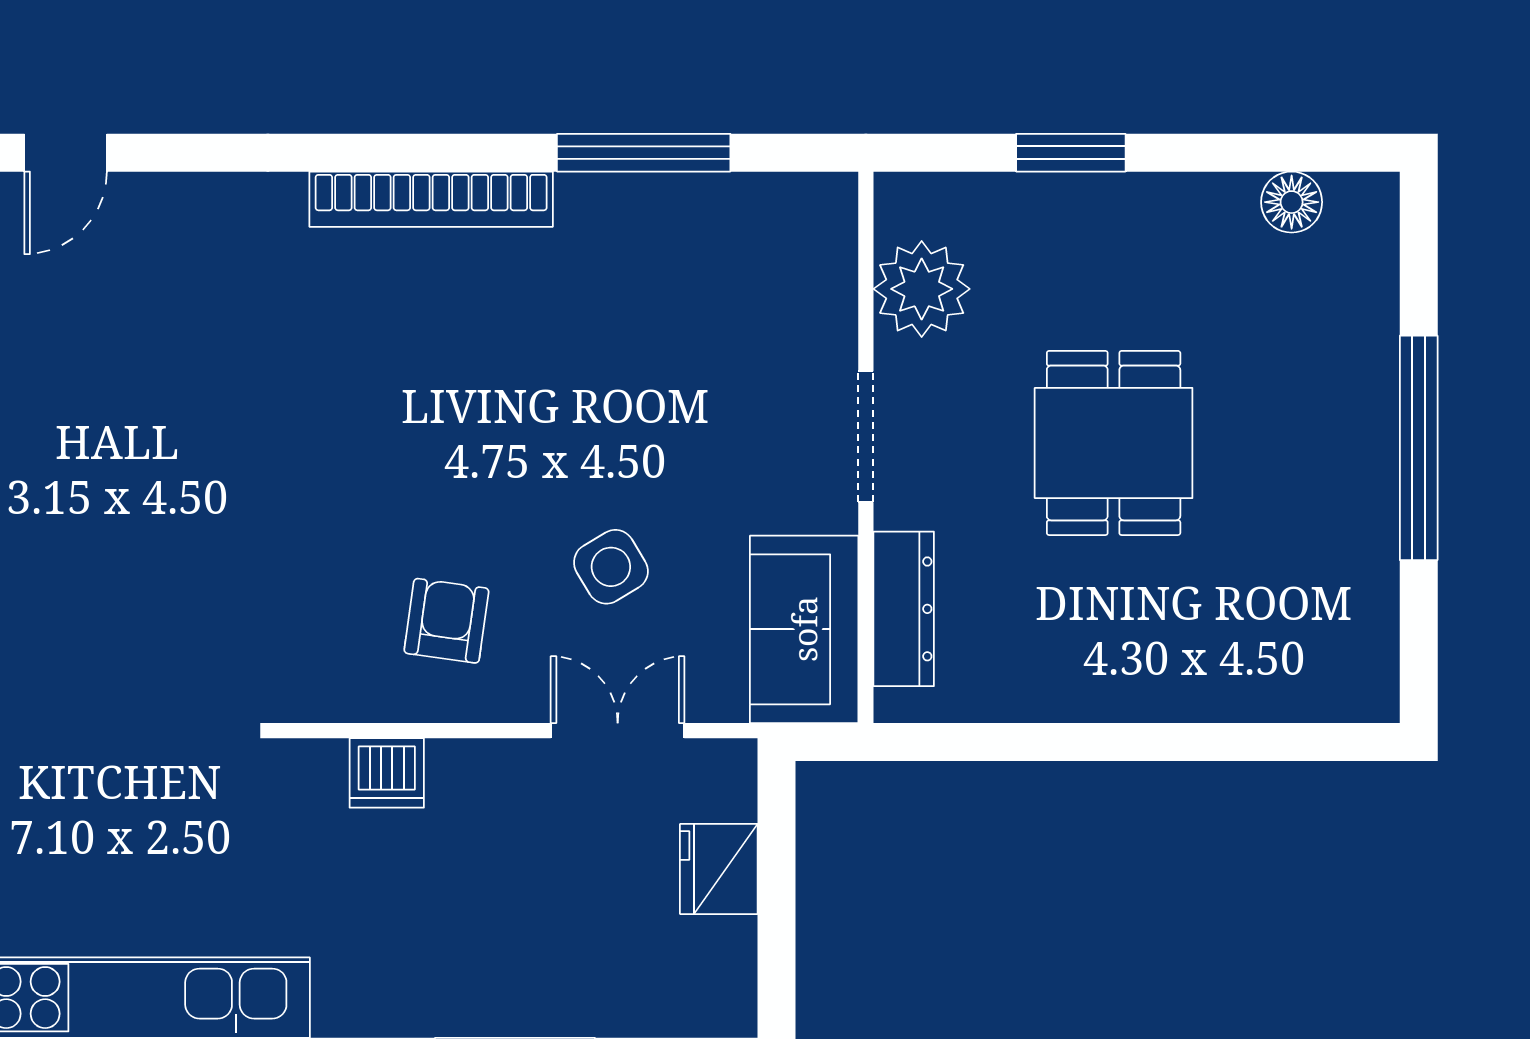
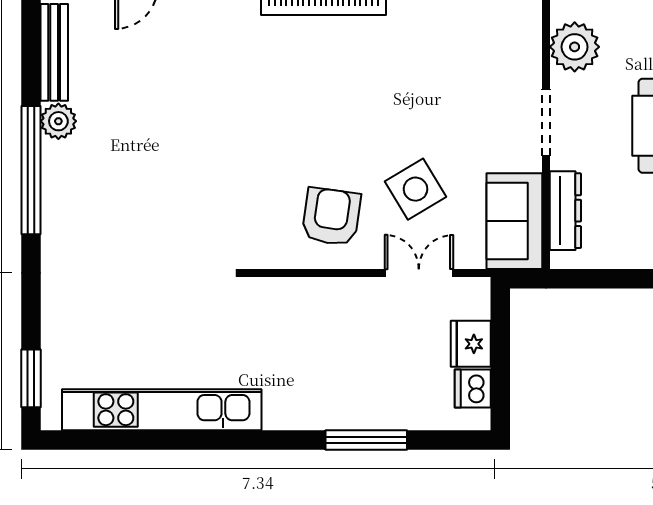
side table: (611, 567) -> (415, 189), width x1.37, depth x1.37
armchair: (446, 621) -> (331, 217), width x1.38, depth x1.38
dishwasher: (387, 773) -> (473, 388), moved, turned 90

